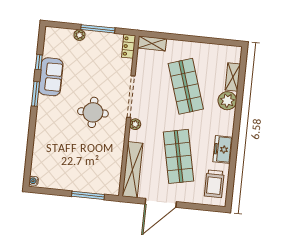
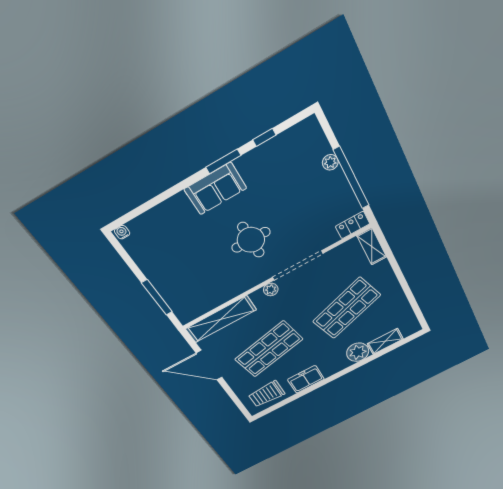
window: (98, 29) -> (351, 178), width x1.46
sofa: (51, 77) -> (215, 189), moved

